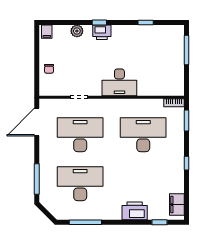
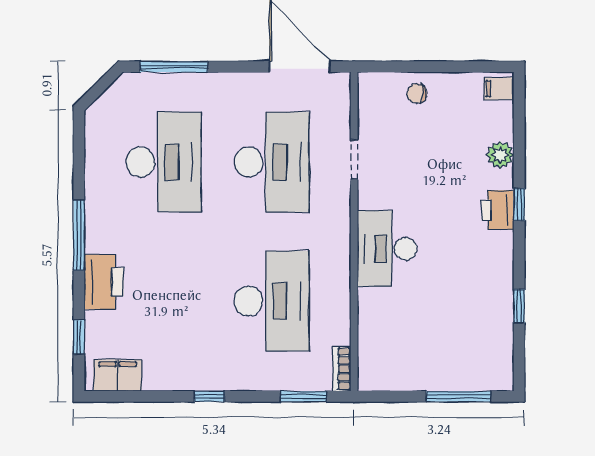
window: (85, 222) -> (79, 235), moved

